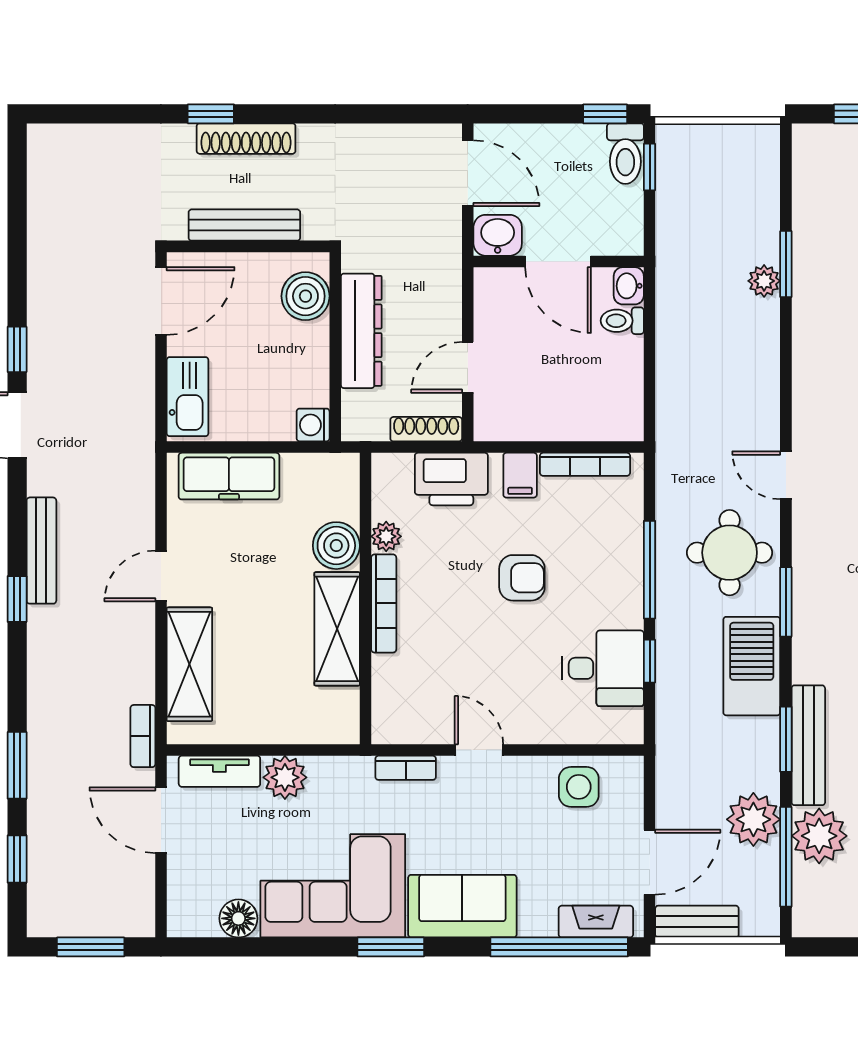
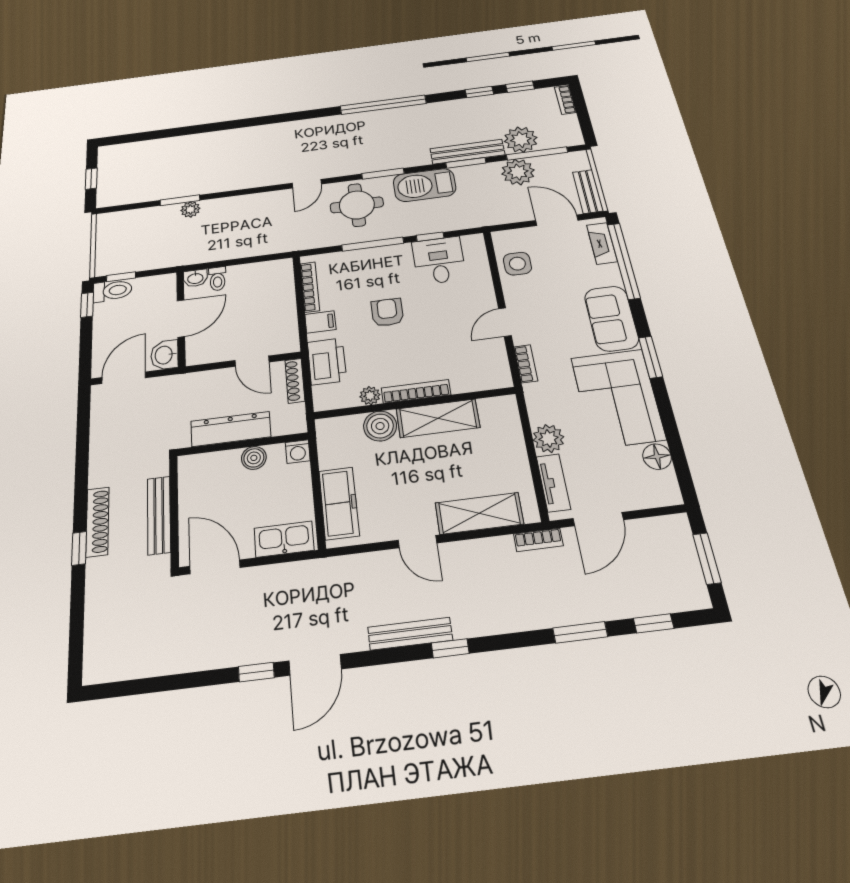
boiler: (305, 296) -> (254, 458), moved, width x0.73, depth x0.73

